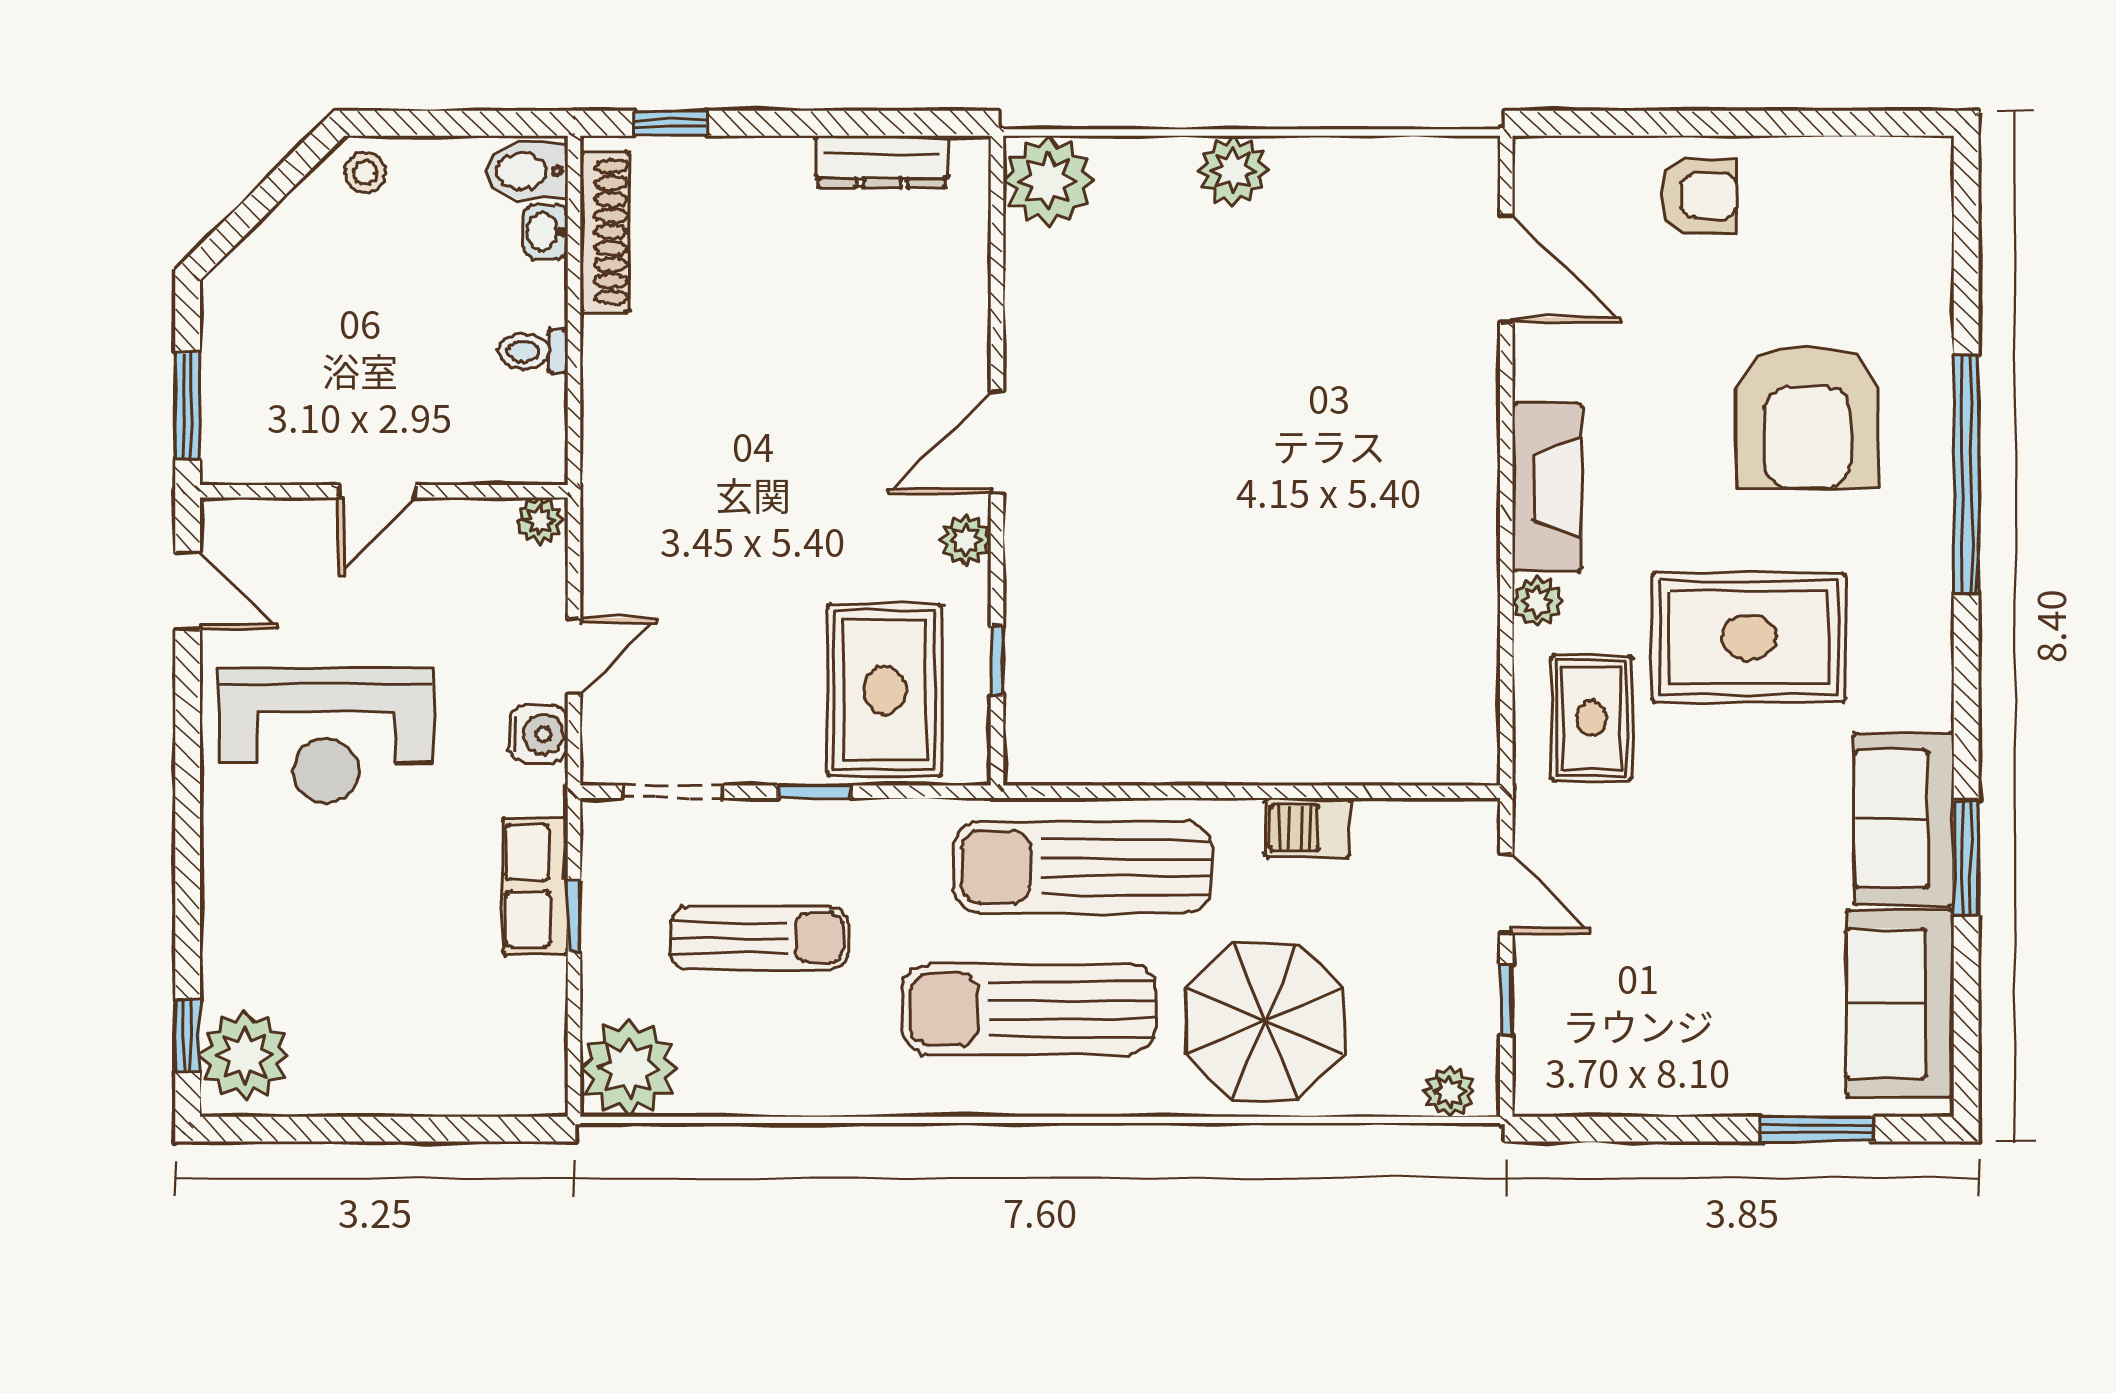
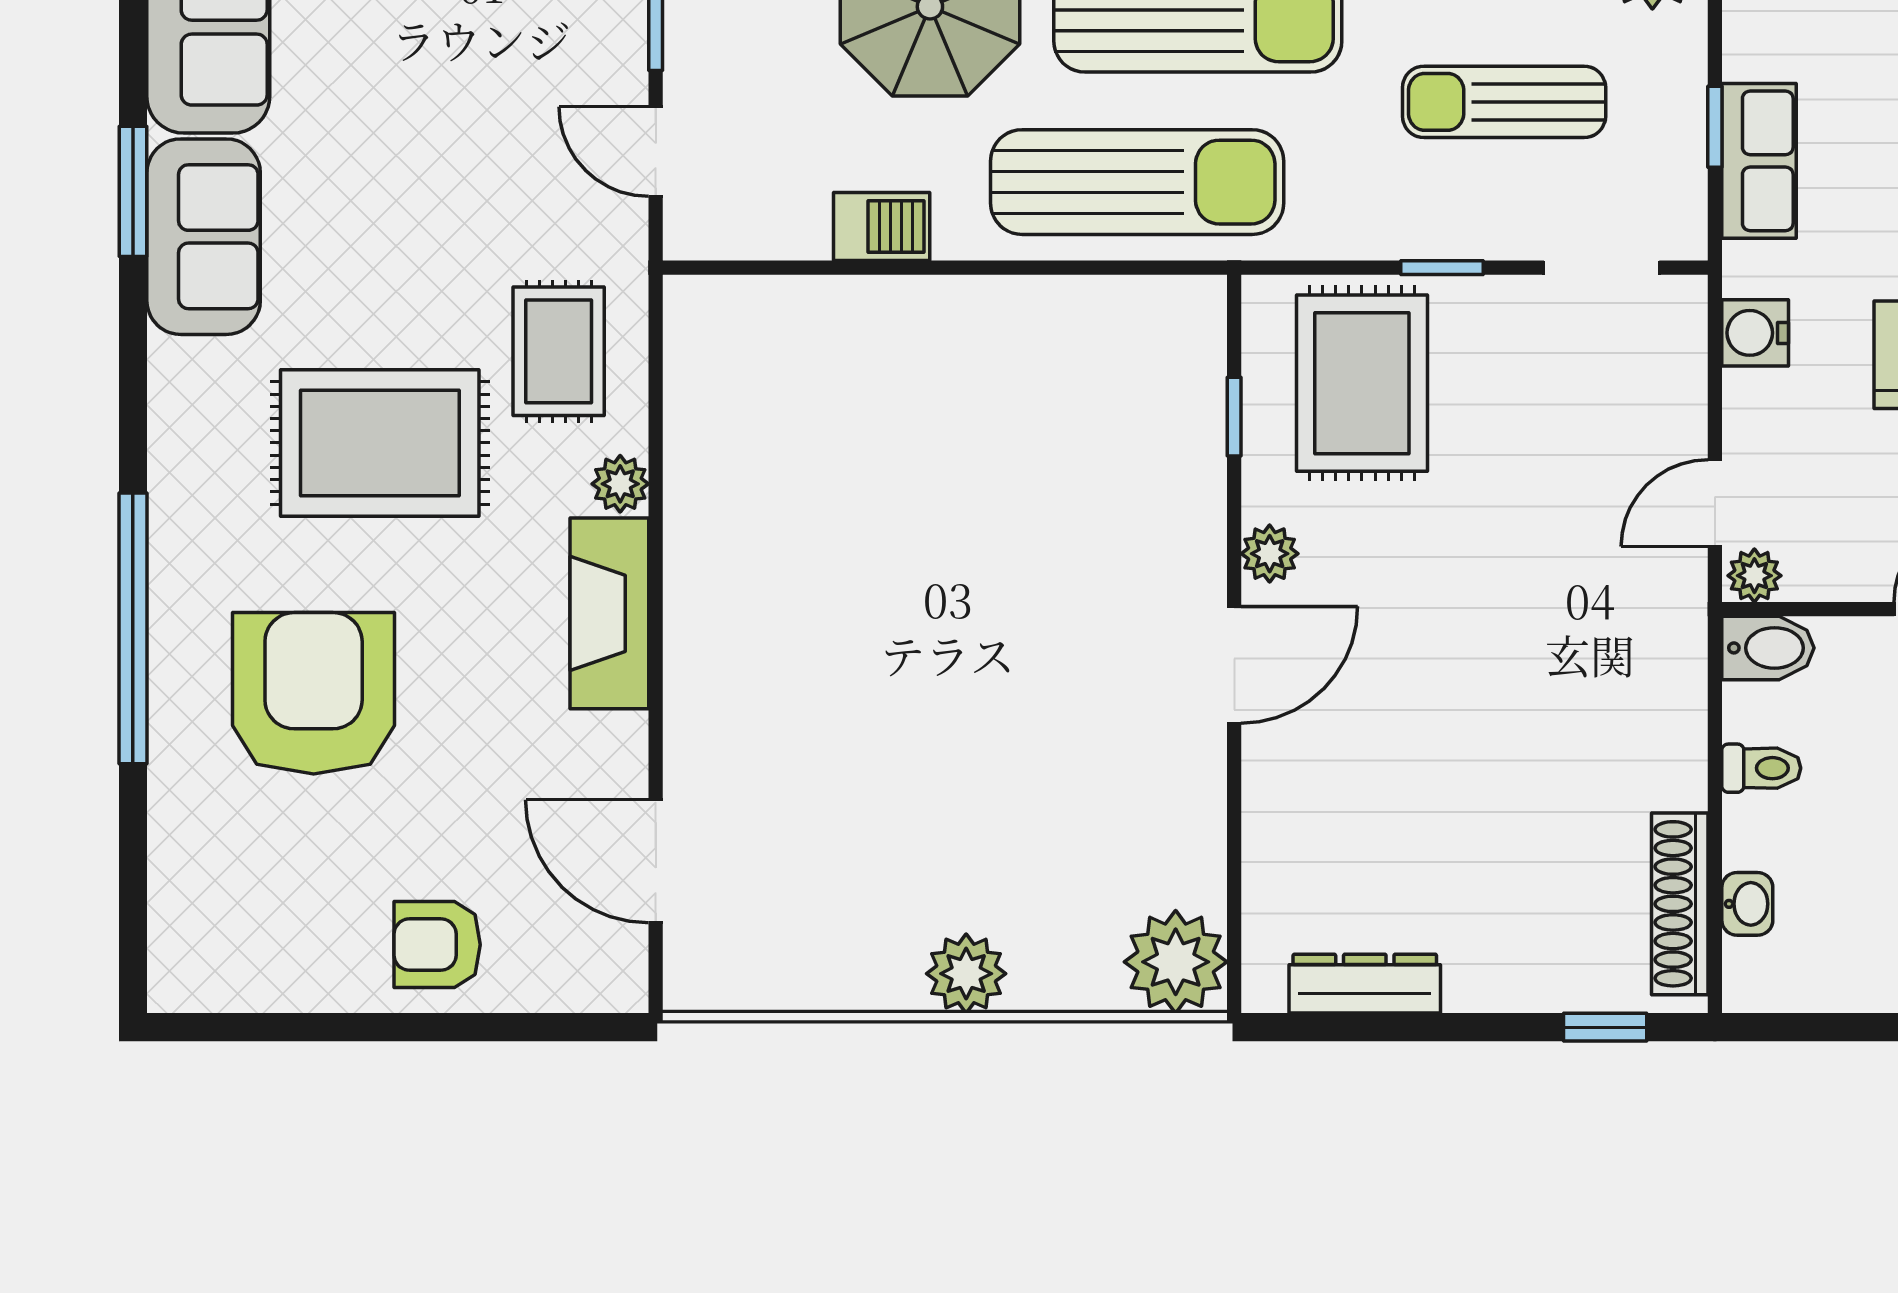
bidet: (527, 171) -> (1768, 648), moved
door: (574, 656) -> (1715, 503), moved

